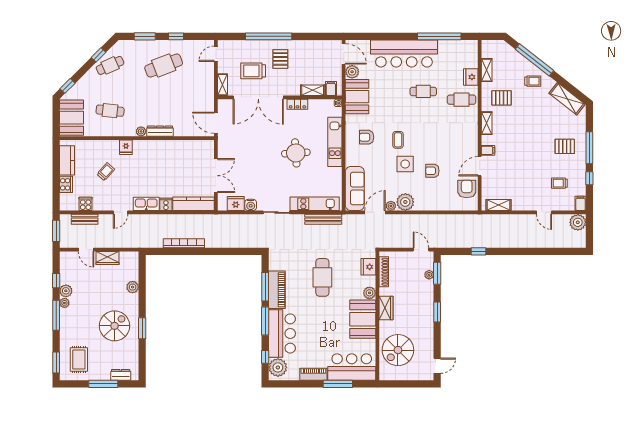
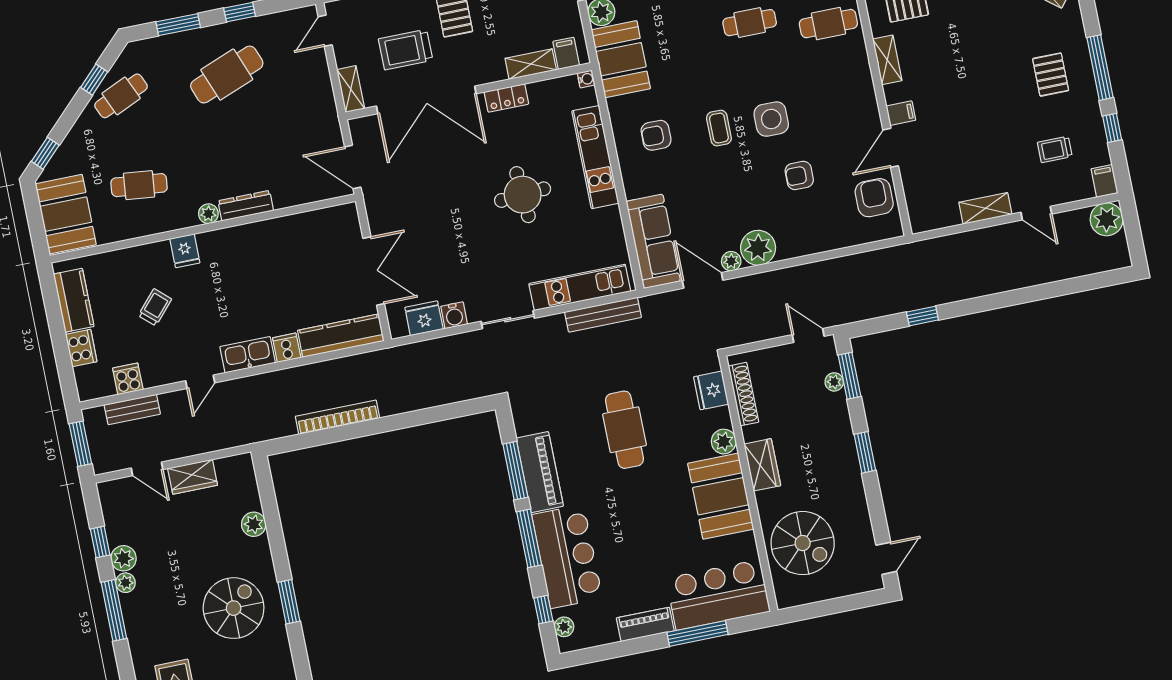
pallet: (565, 146) -> (1051, 75), turned 90
side table: (405, 164) -> (771, 119), moved
shelving: (499, 205) -> (985, 208), moved
door: (375, 212) -> (703, 280), hinge flipped
spiral stairs: (398, 350) -> (803, 543), turned -90
plant: (278, 367) -> (564, 627), width x0.53, depth x0.53

